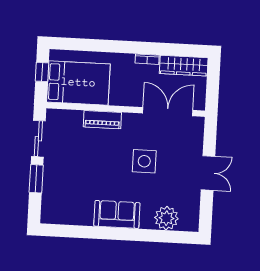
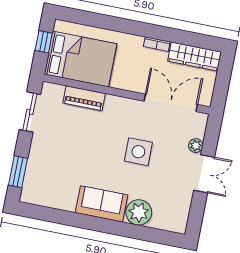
piano: (102, 120) -> (84, 98), moved
plant: (197, 148) -> (196, 146), added
window: (36, 179) -> (18, 172), moved
plant: (166, 218) -> (139, 212), moved

